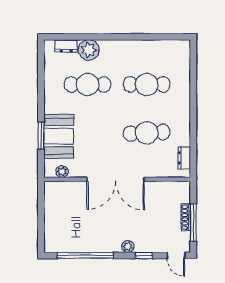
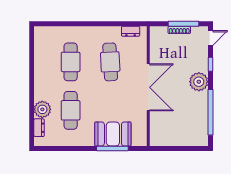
window: (41, 136) -> (112, 148), width x1.44
plant: (62, 172) -> (142, 131), removed
plant: (128, 246) -> (199, 82), width x1.88, depth x1.88

